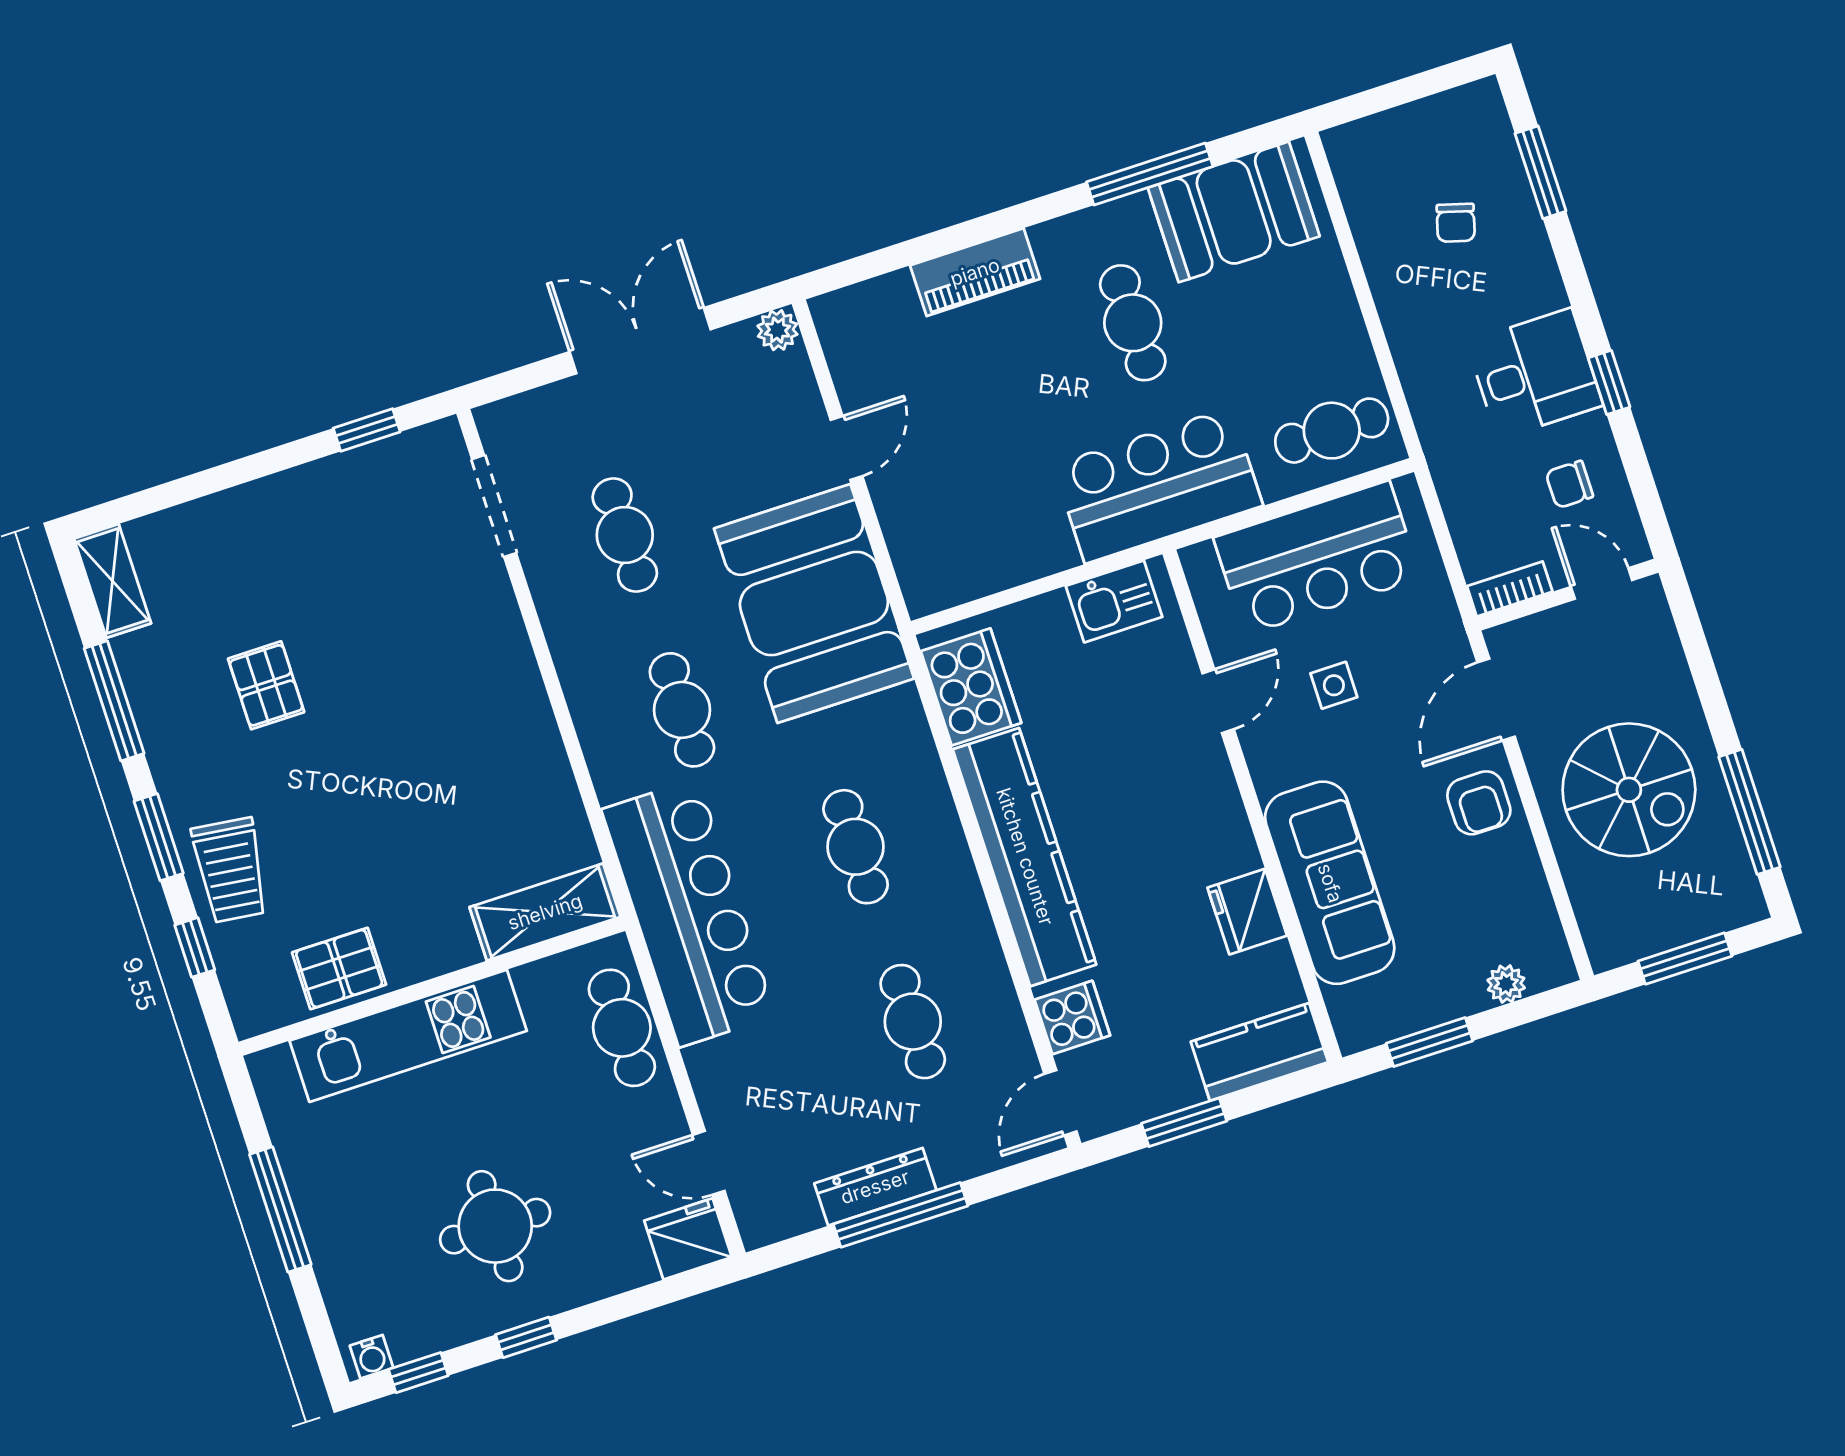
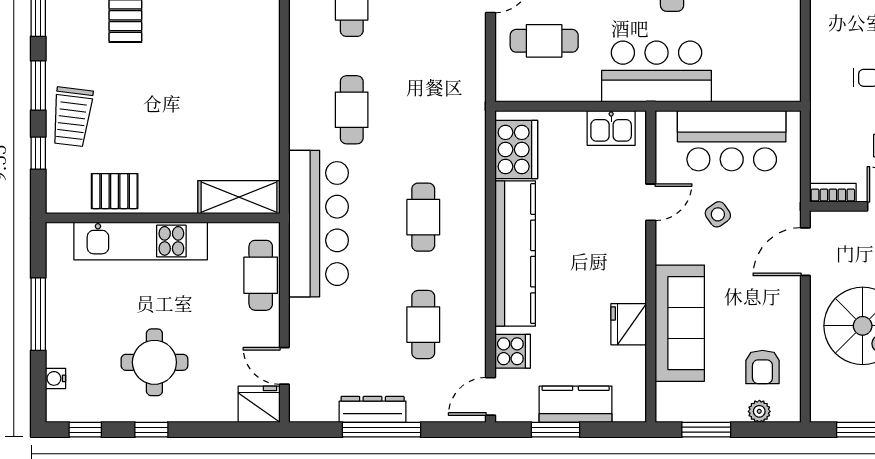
cafe table: (1332, 431) -> (544, 41), moved
booth: (814, 603) -> (444, 75), removed
side table: (1334, 685) -> (718, 214), turned -35
armchair: (1479, 803) -> (762, 367), moved
kitchen counter: (1259, 1052) -> (576, 404), moved
water cooler: (372, 1357) -> (56, 378), moved, turned 90

